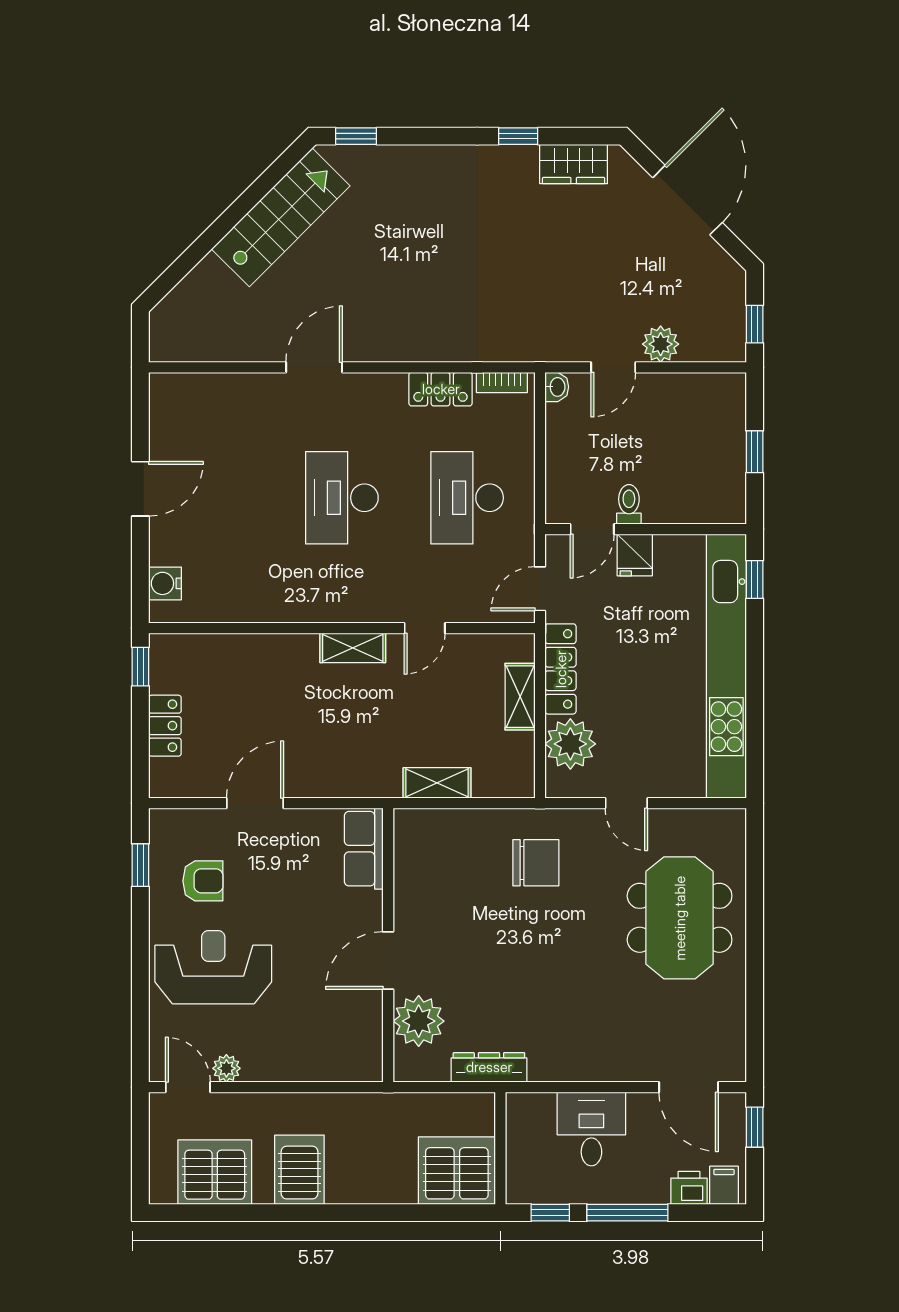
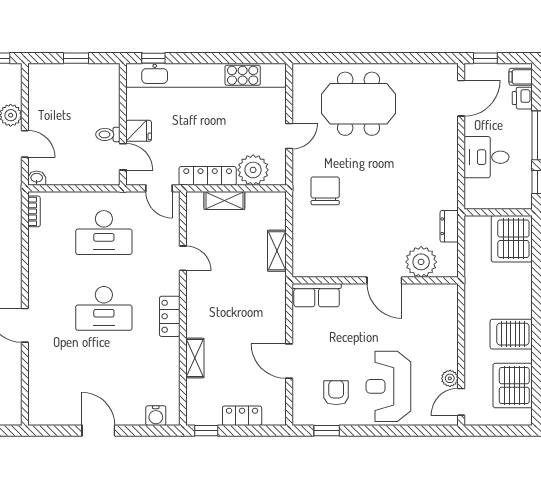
locker: (441, 389) -> (170, 316), moved, turned 180
shelving: (353, 648) -> (195, 358), moved
dresser: (489, 1067) -> (449, 226), width x0.70

